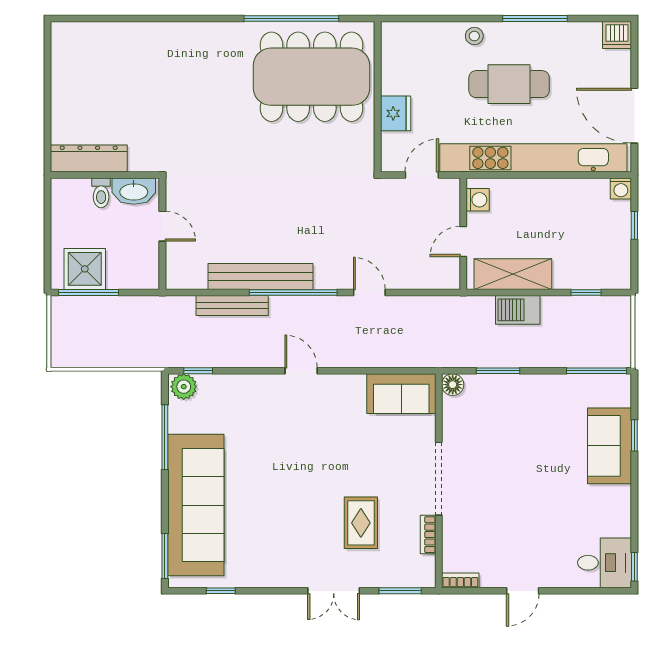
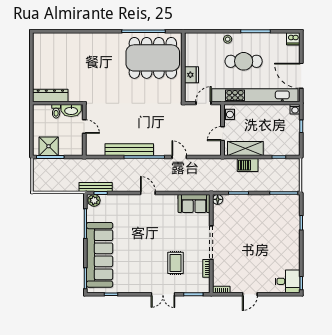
bench: (232, 305) -> (96, 187), moved
sofa: (609, 446) -> (290, 228), removed

